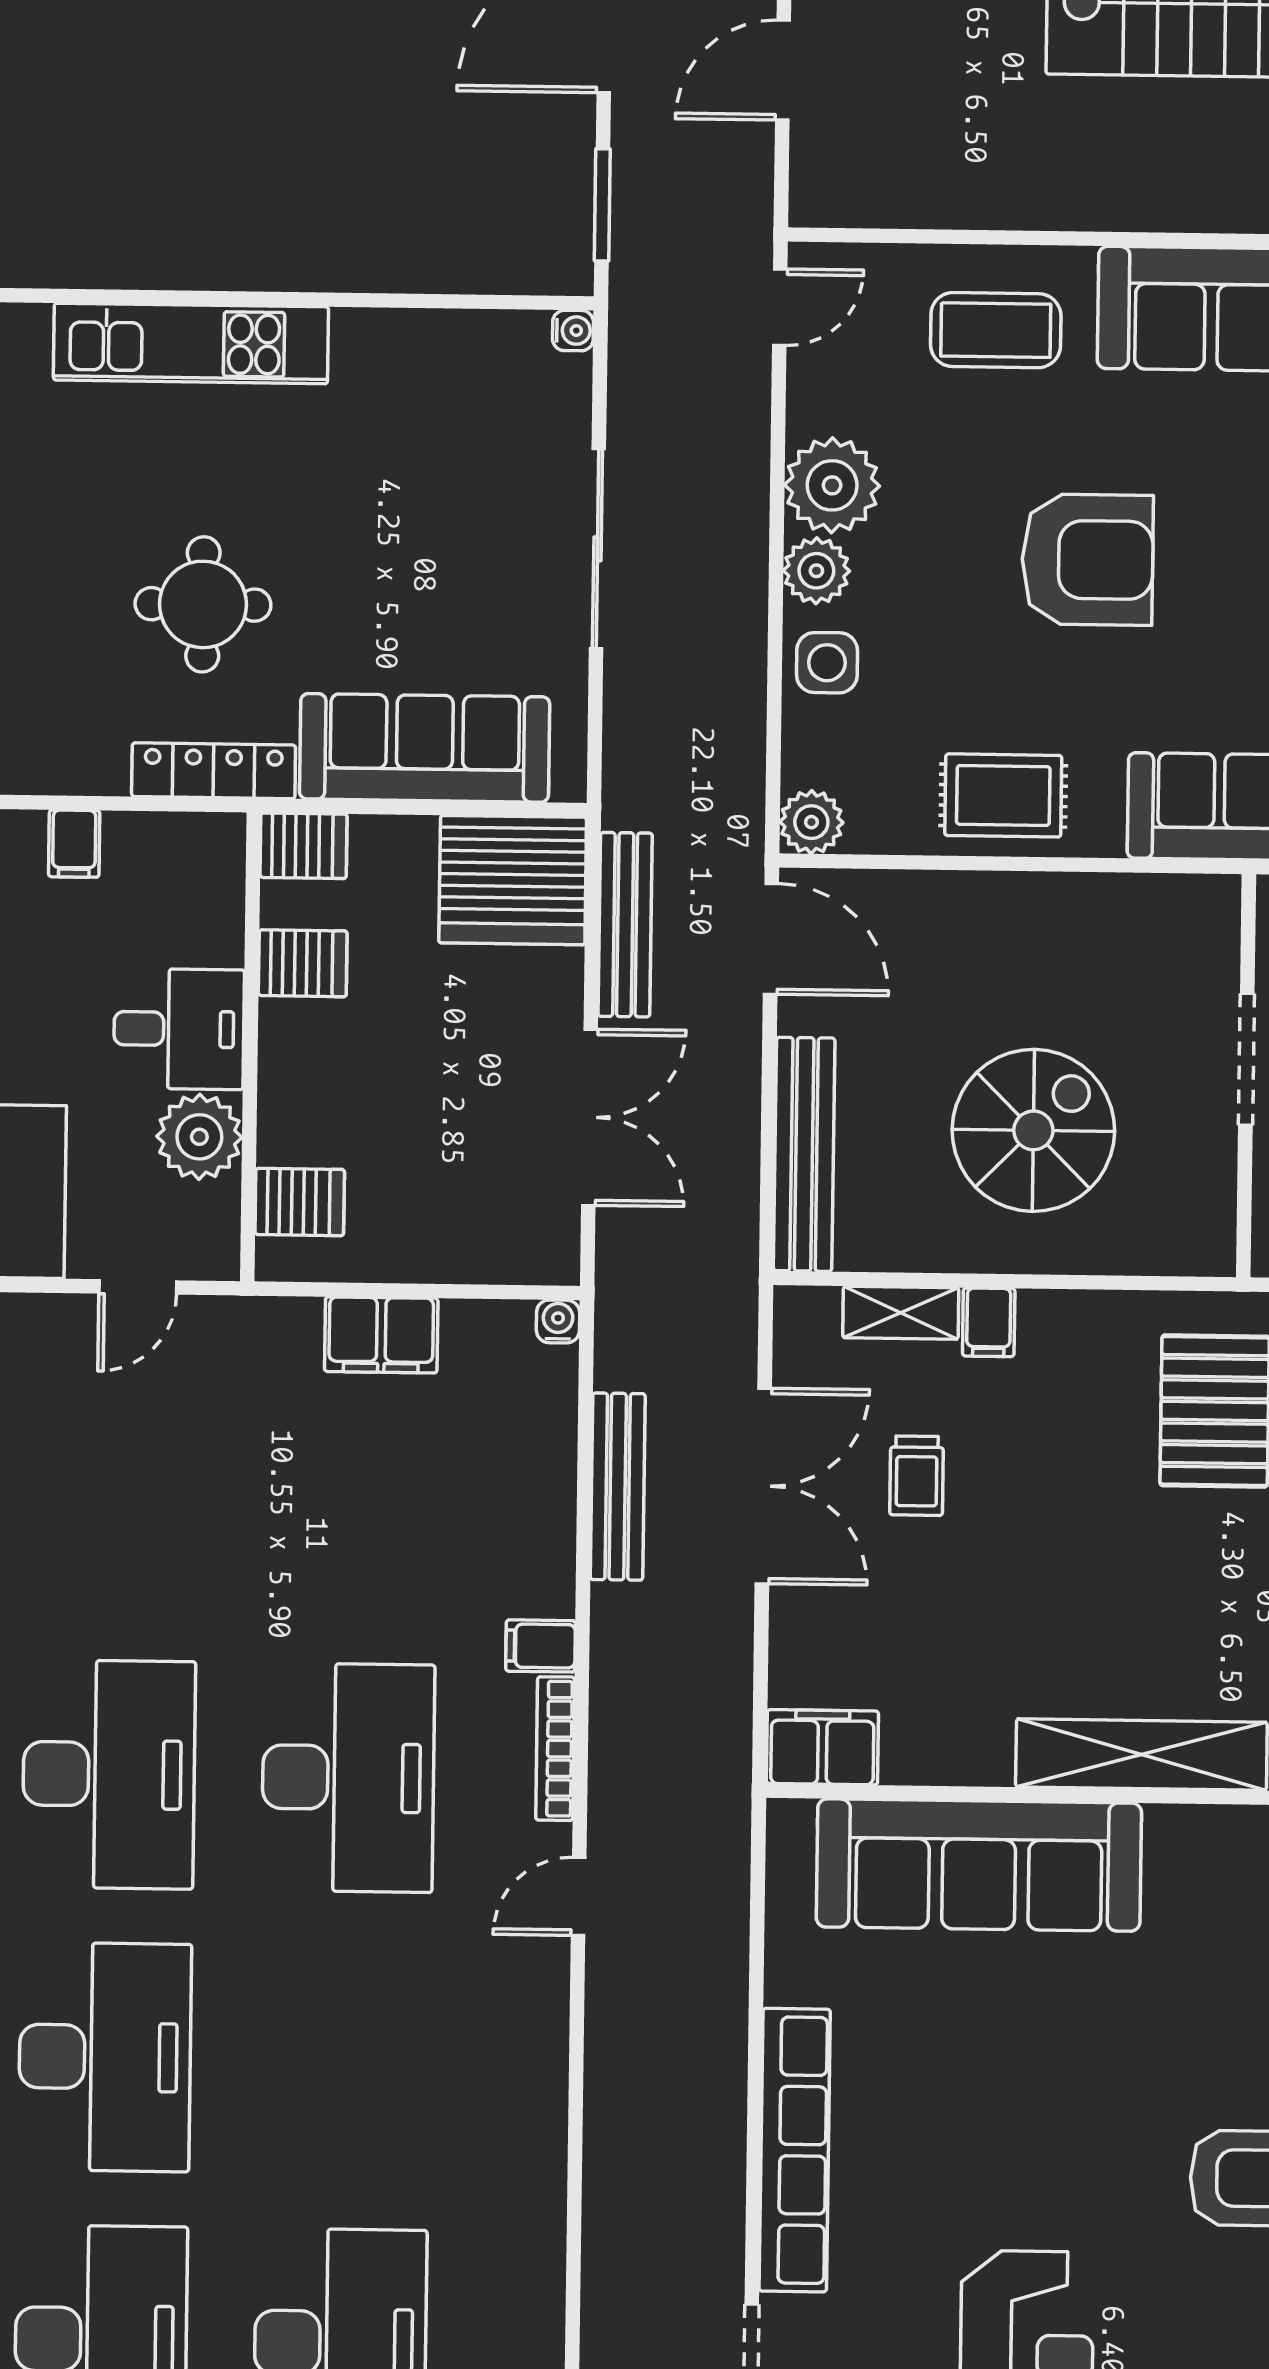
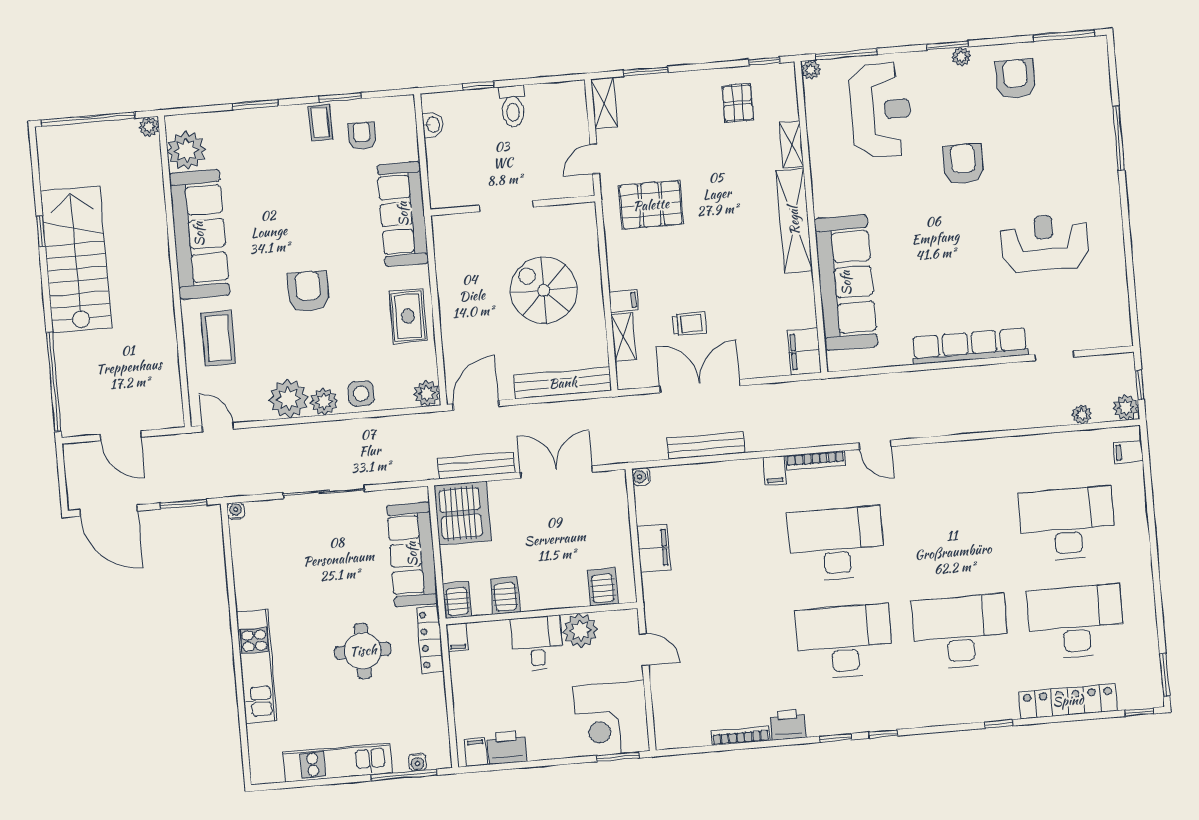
armchair: (1087, 560) -> (308, 291), width x0.73, depth x0.73
filing cabinet: (74, 844) -> (457, 637), moved, turned 90

